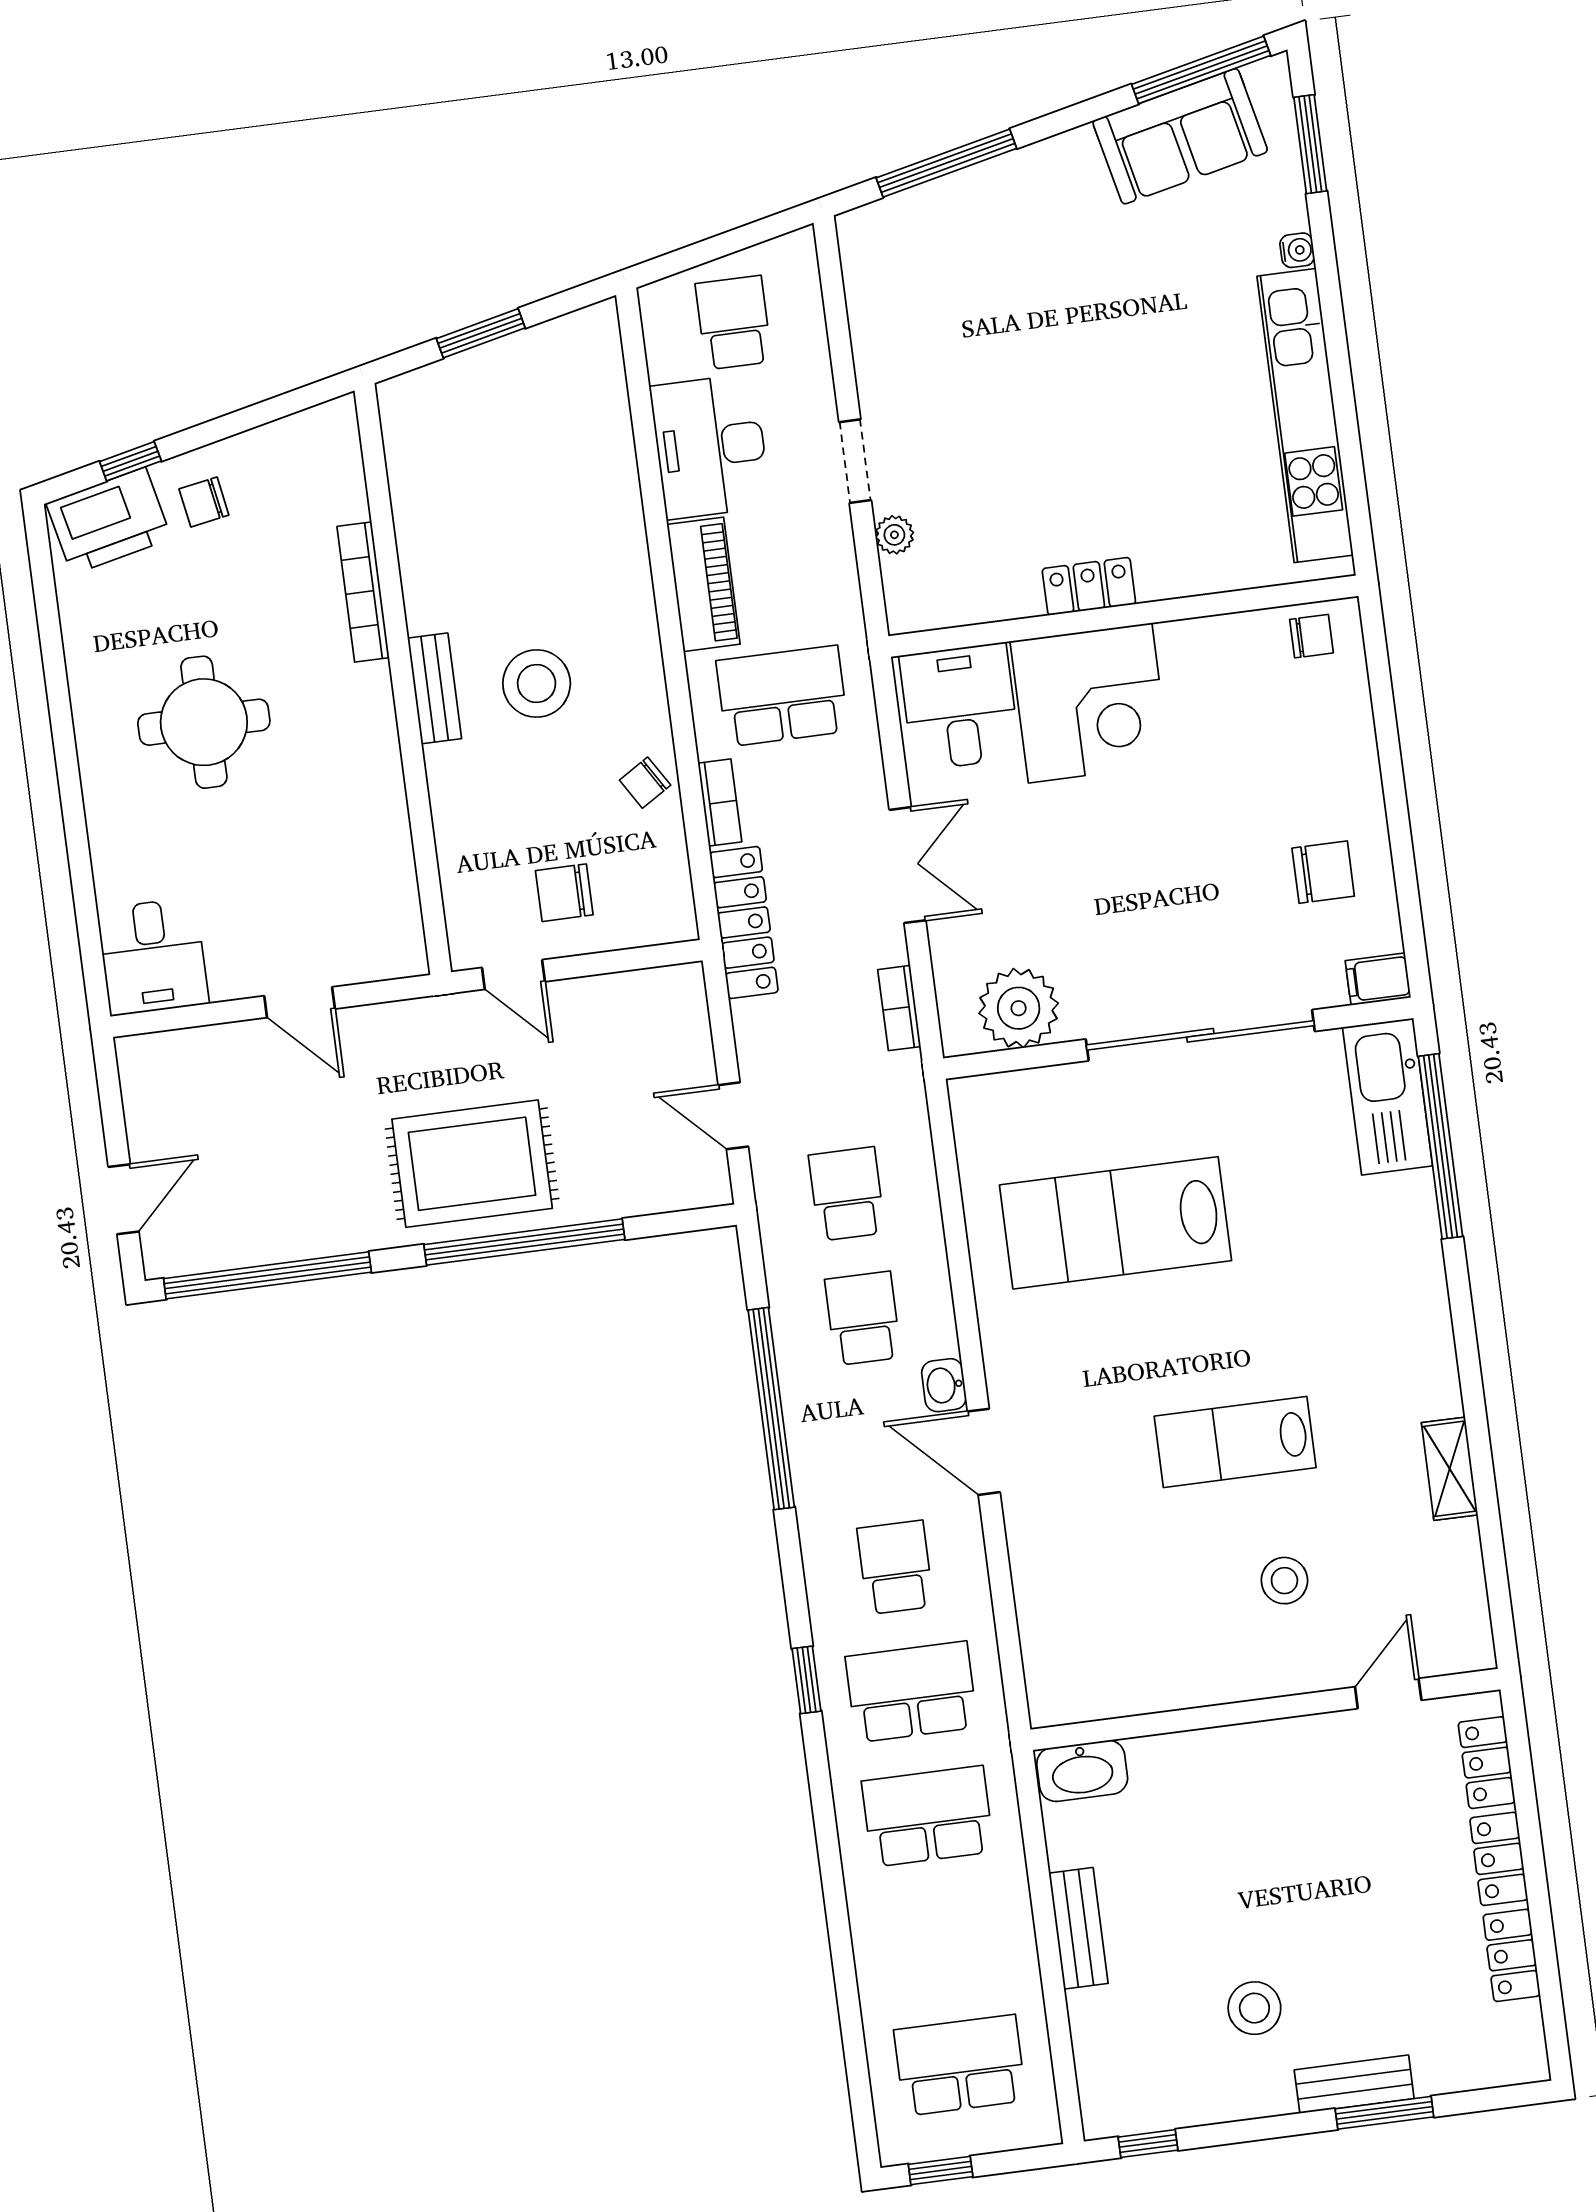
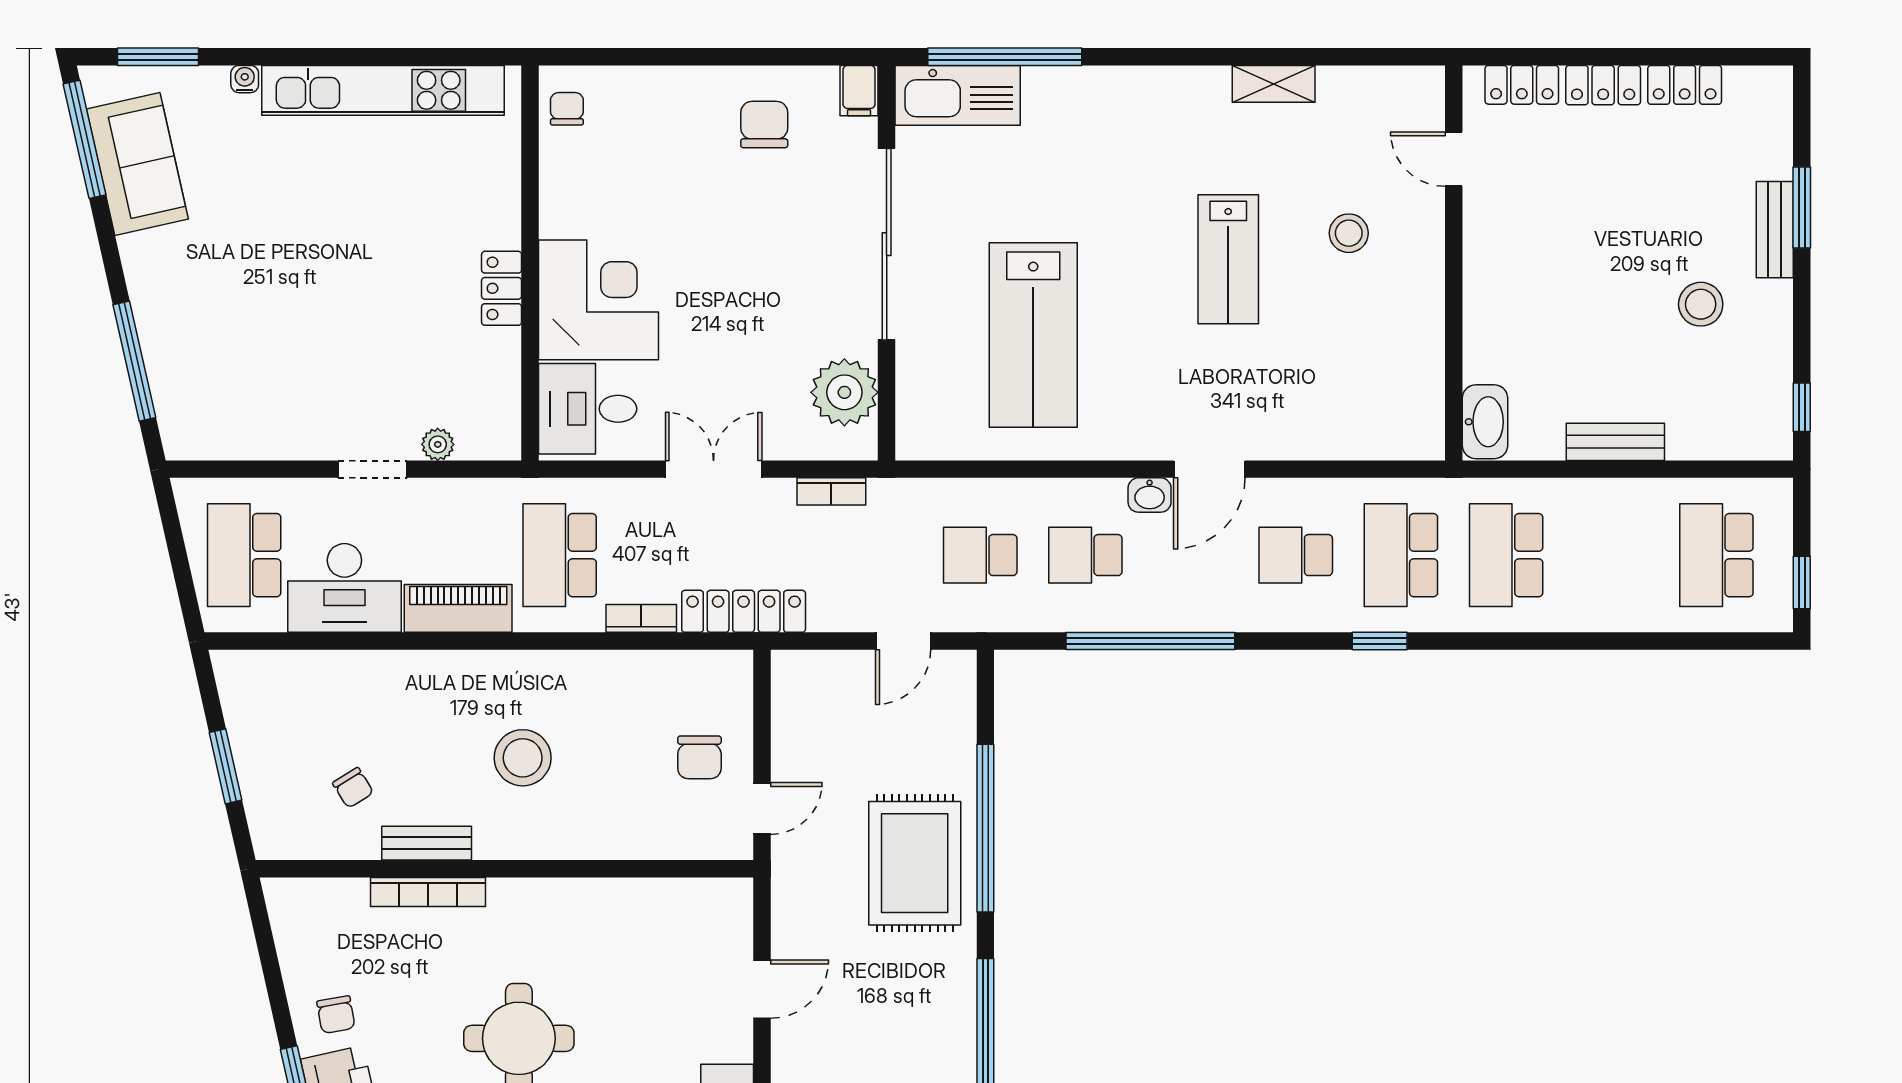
school desk: (734, 323) -> (244, 555), width x1.85
bench: (435, 688) -> (427, 843), moved
chair: (645, 783) -> (353, 788), moved

